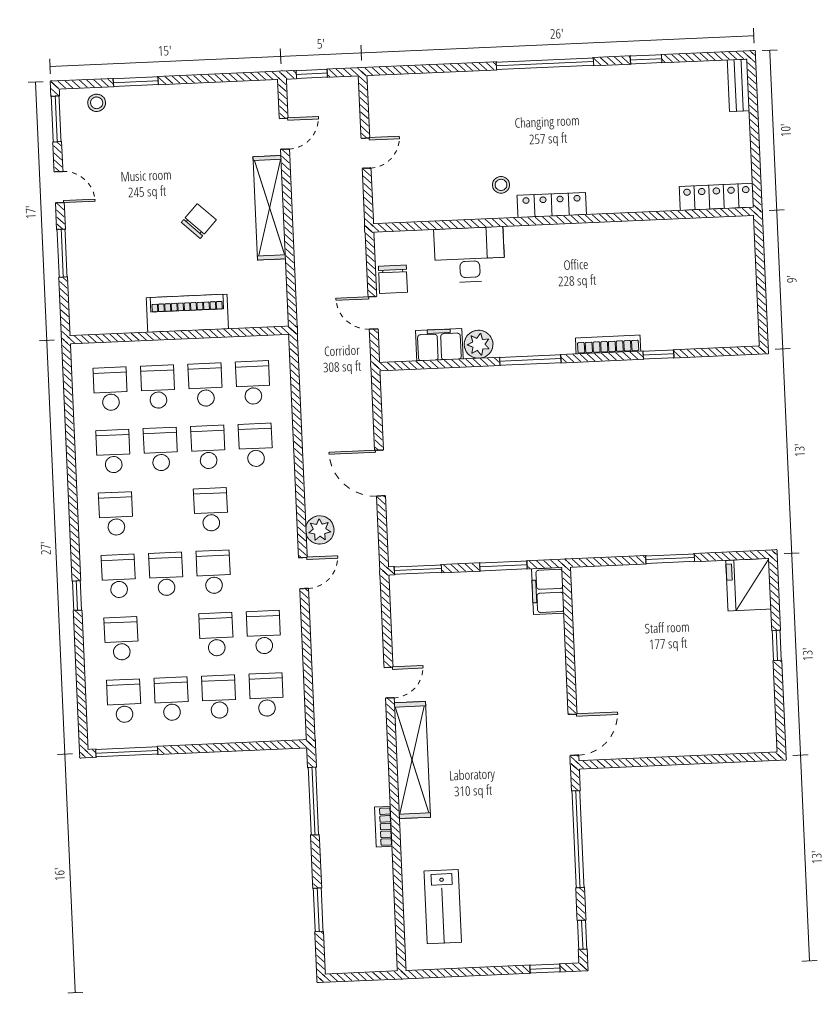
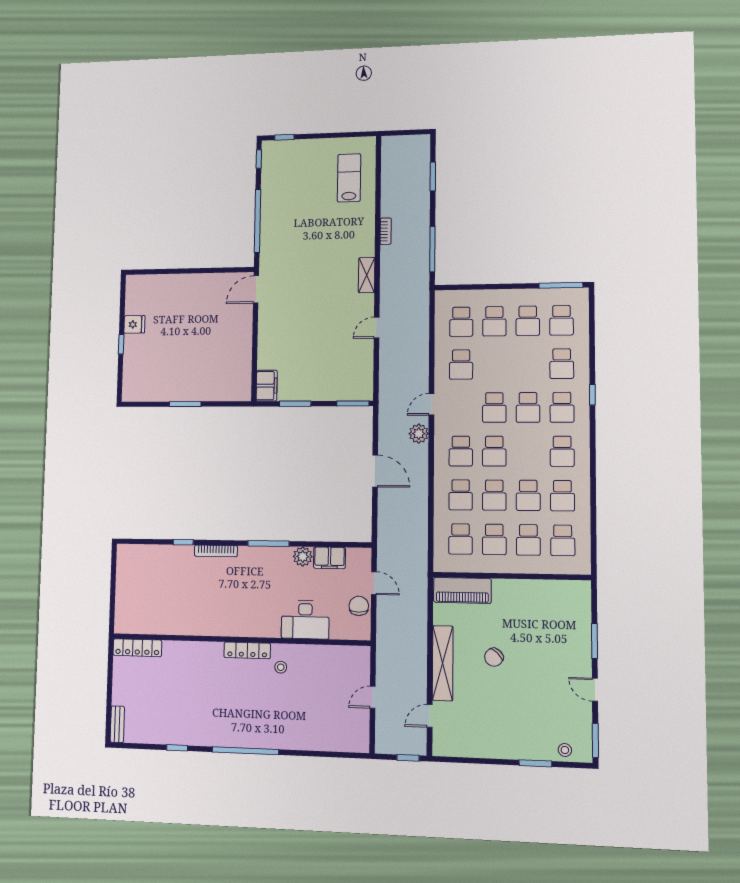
piano: (187, 313) -> (462, 590), moved
fridge: (749, 585) -> (134, 324), moved, width x0.53, depth x0.75
school desk: (216, 634) -> (461, 451), moved
shelving: (412, 760) -> (367, 275), width x0.45, depth x0.75

